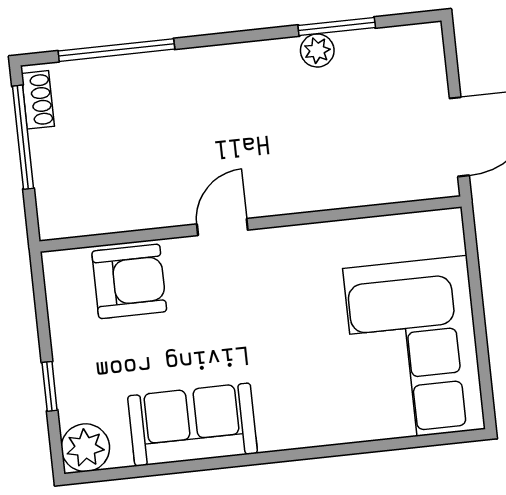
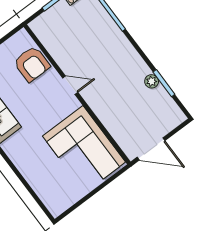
corner sofa: (414, 349) -> (84, 149), moved, turned -90

